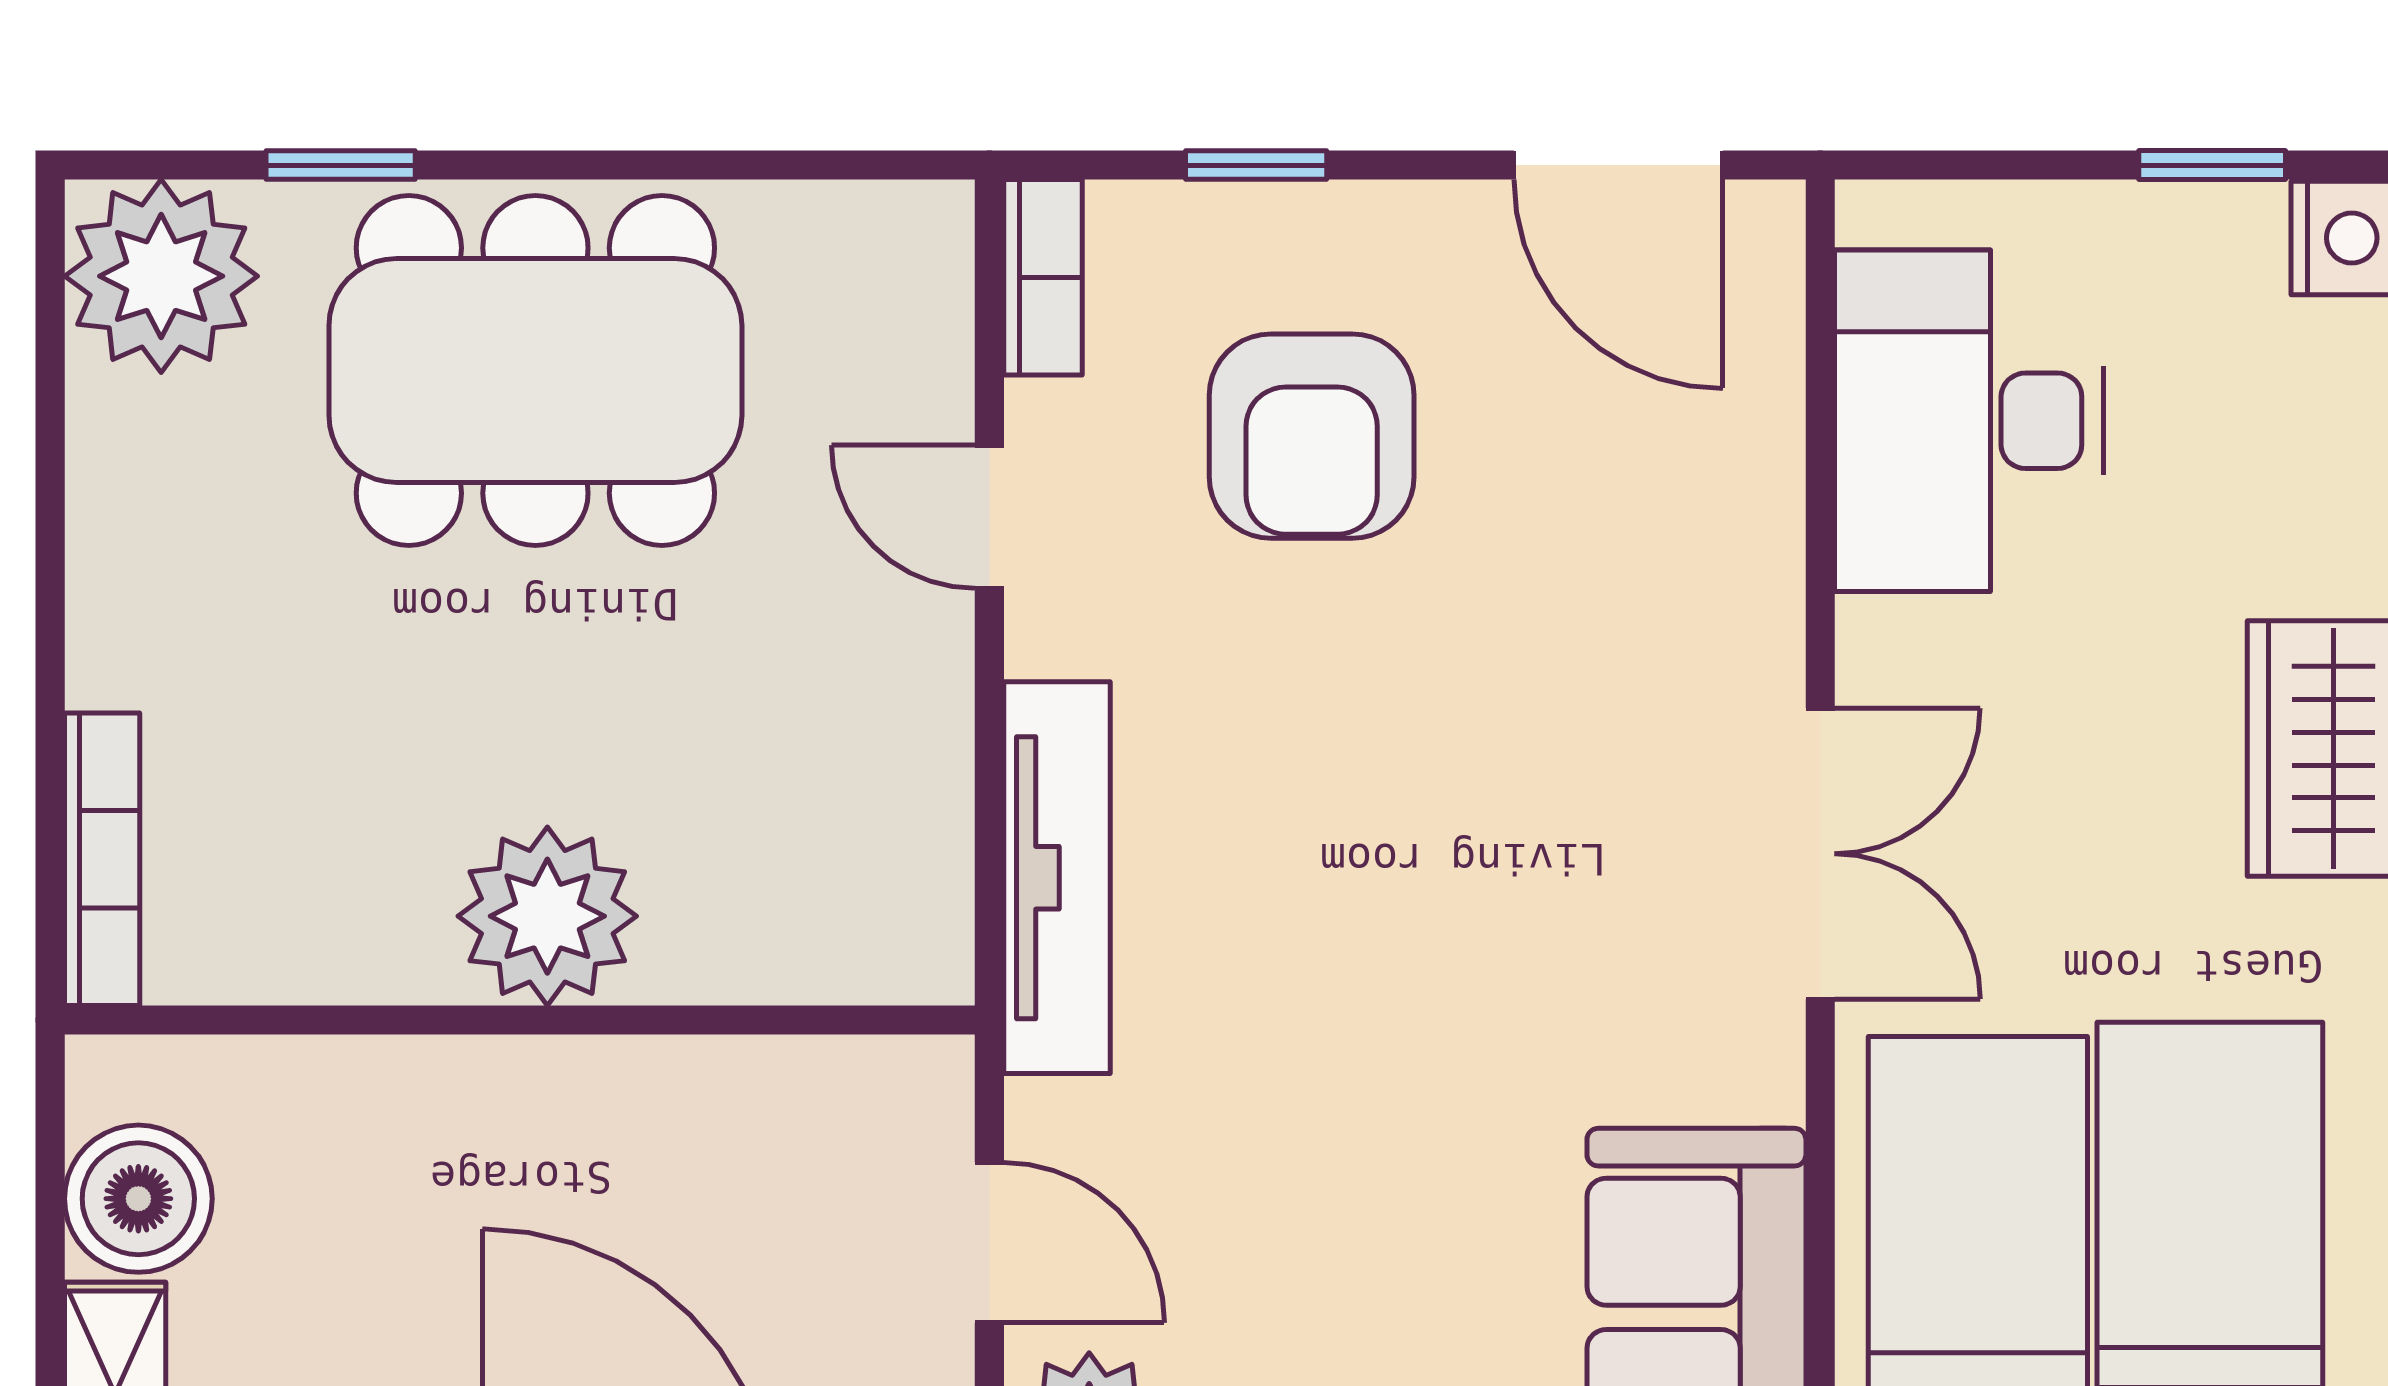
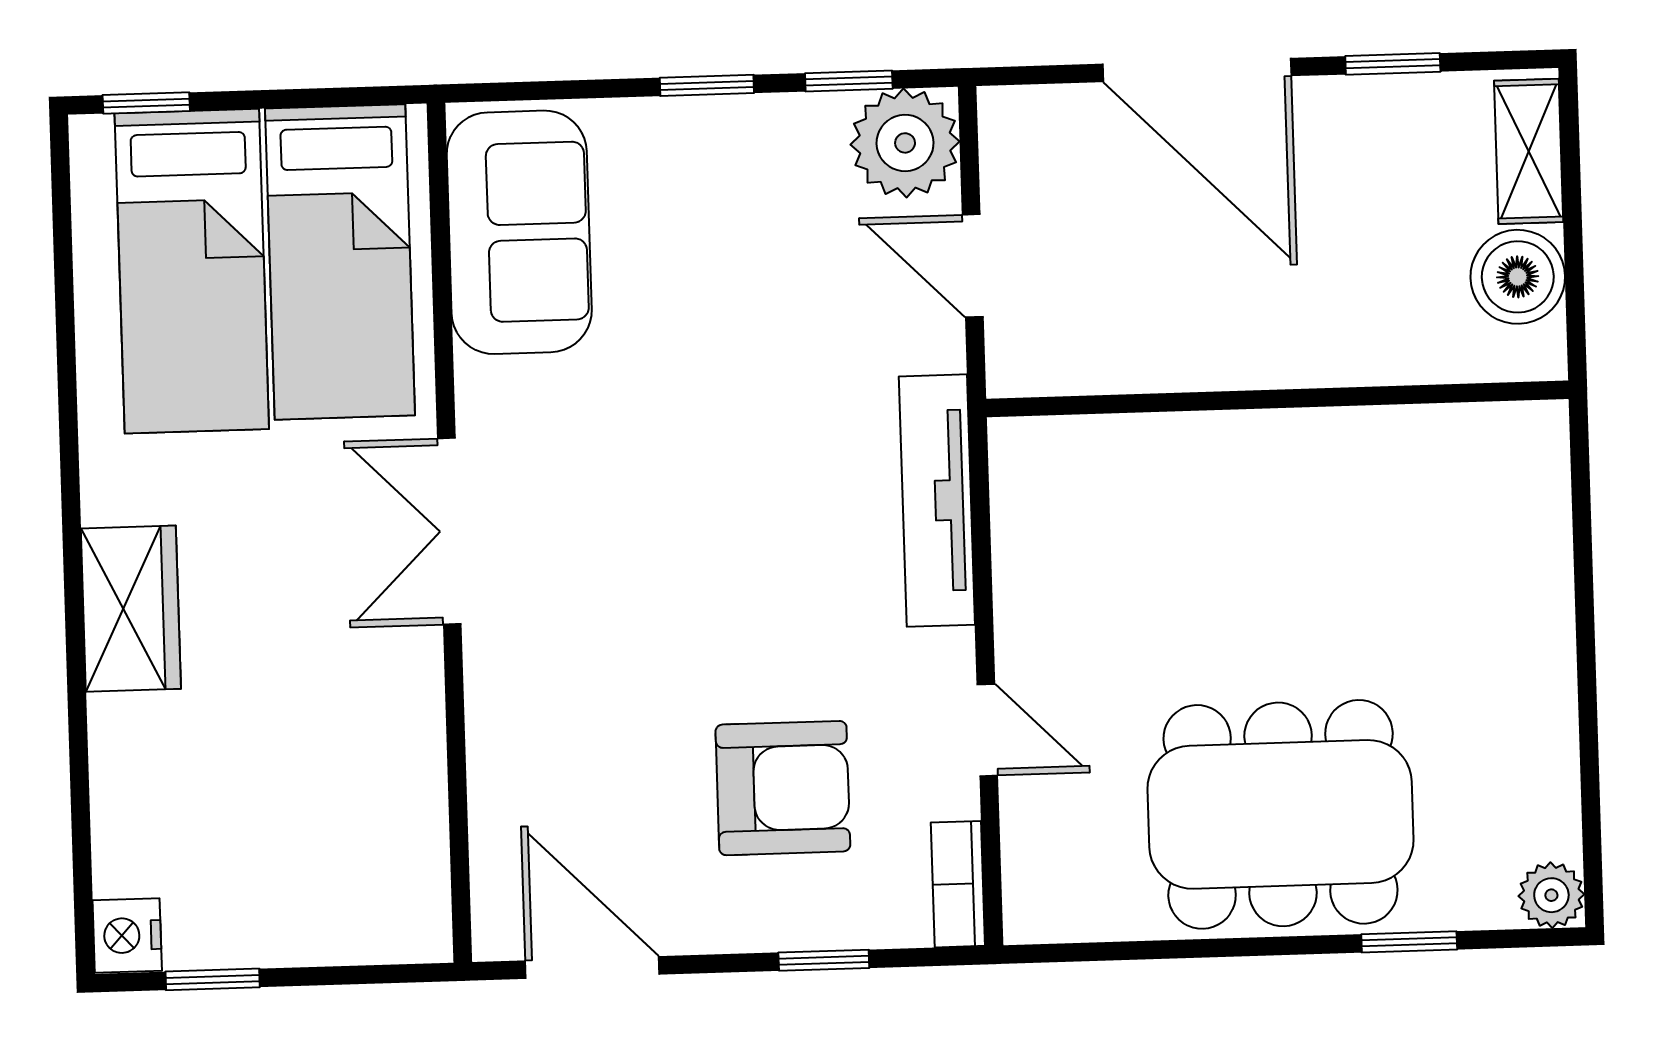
plant: (161, 276) -> (1551, 895), width x0.53, depth x0.53
desk: (1969, 421) -> (363, 811), removed
armchair: (1312, 436) -> (783, 788), turned 90
bookcase: (102, 859) -> (1548, 493), removed
plant: (547, 916) -> (1262, 466), removed

